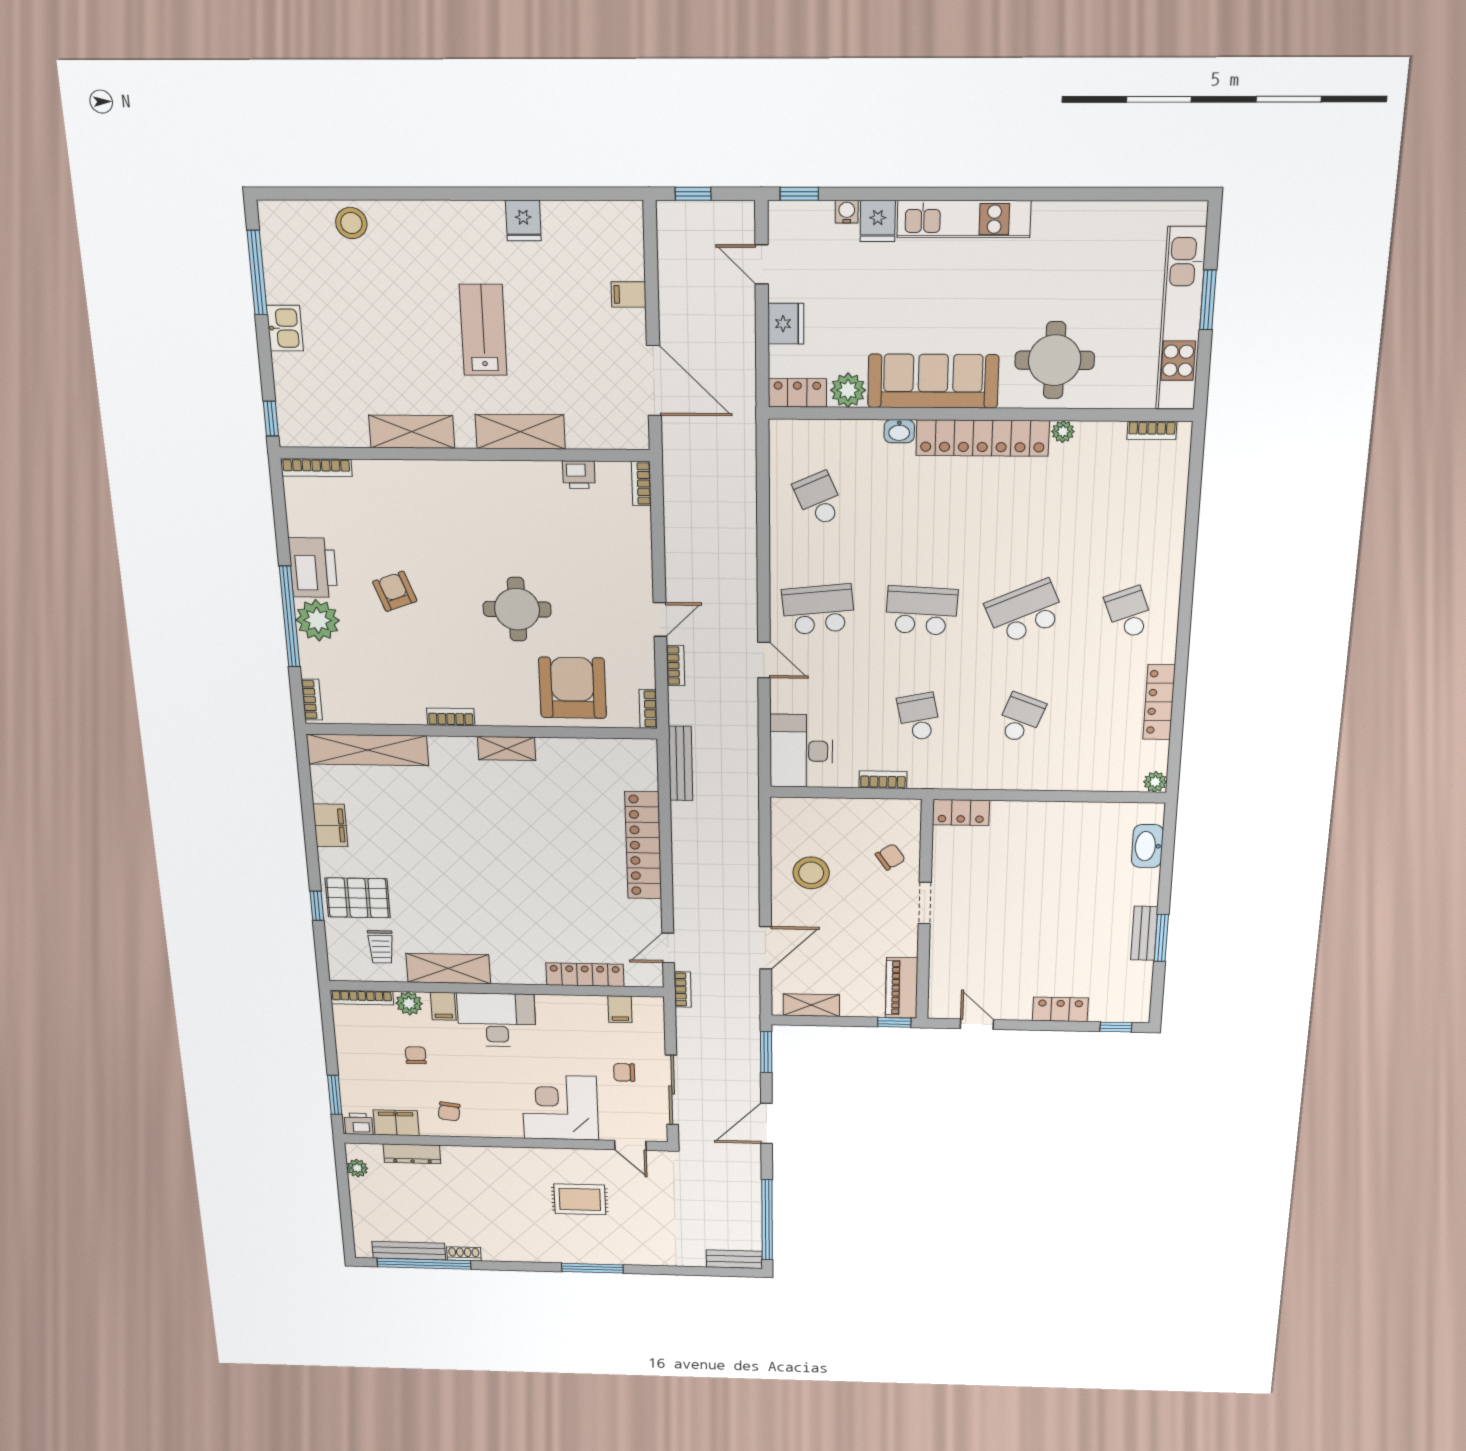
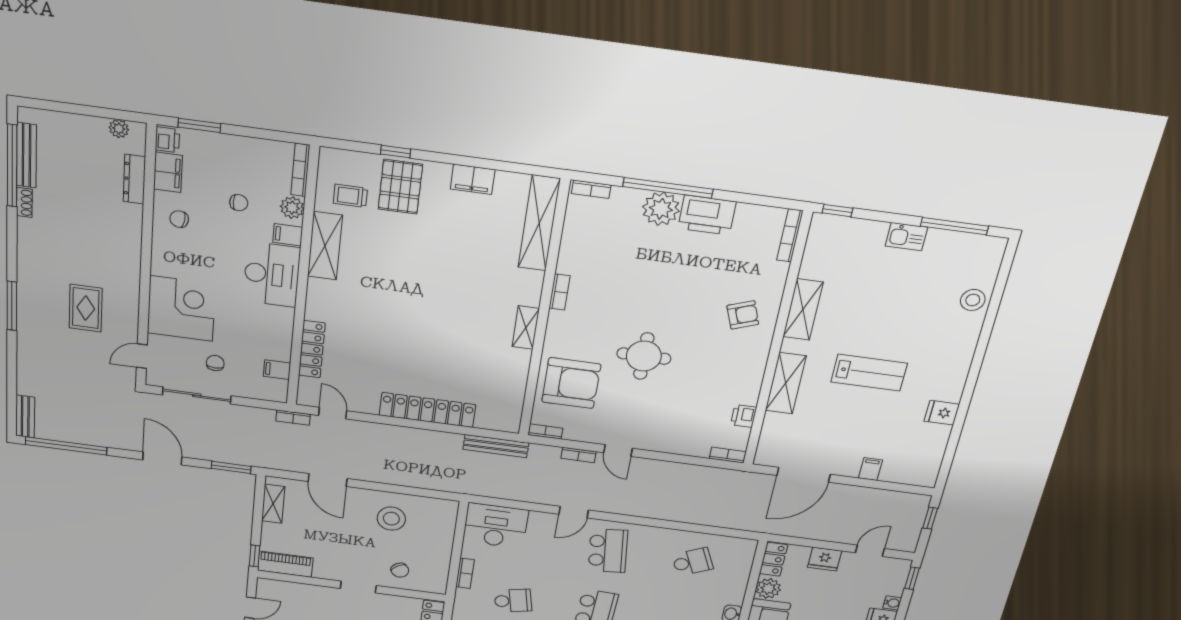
armchair: (395, 591) -> (743, 315), moved

